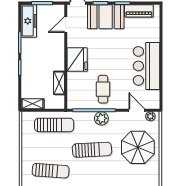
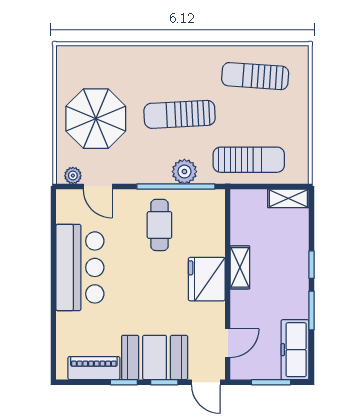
shelving: (59, 83) -> (240, 267), moved
plant: (101, 118) -> (184, 172), moved
sun lounger: (54, 125) -> (249, 160), turned 180

